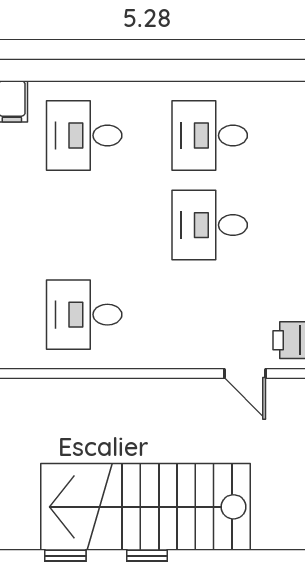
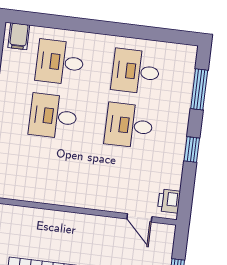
desk: (84, 315) -> (53, 116), moved

